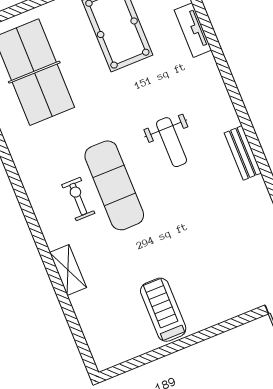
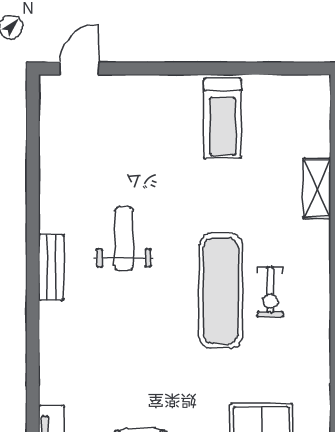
weight bench: (172, 142) -> (124, 239), moved
shelving: (68, 270) -> (317, 189), moved

